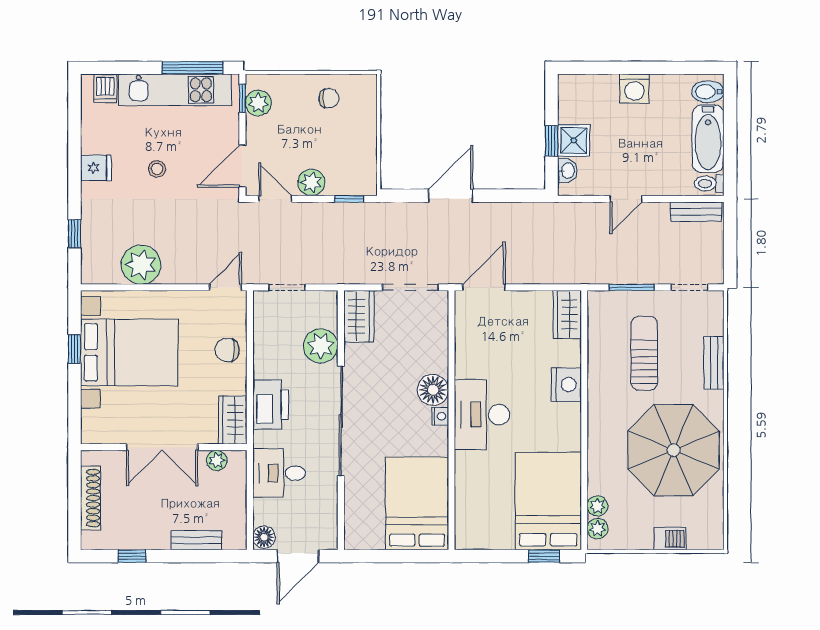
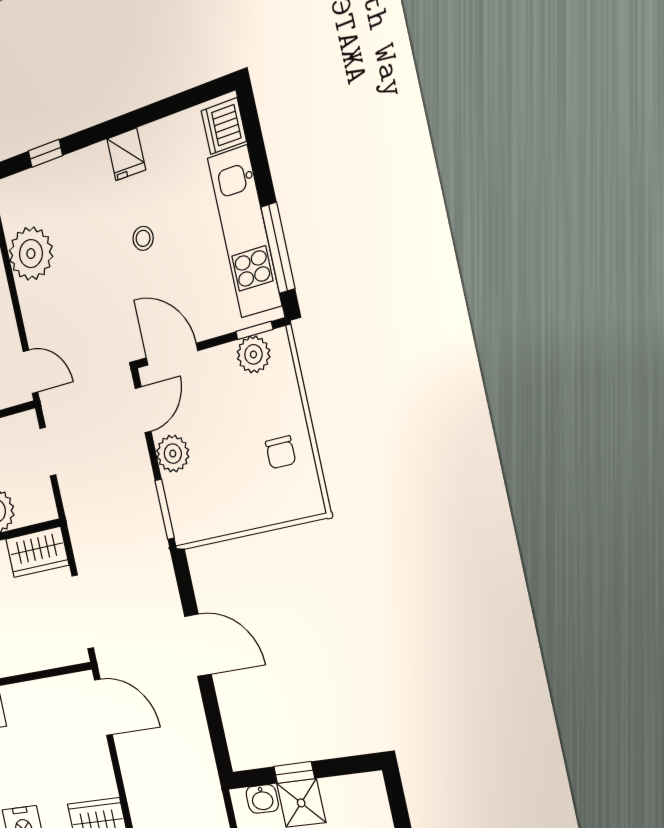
dishwasher: (105, 88) -> (224, 126), width x1.38
window: (349, 199) -> (165, 509), width x1.50

